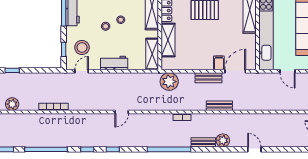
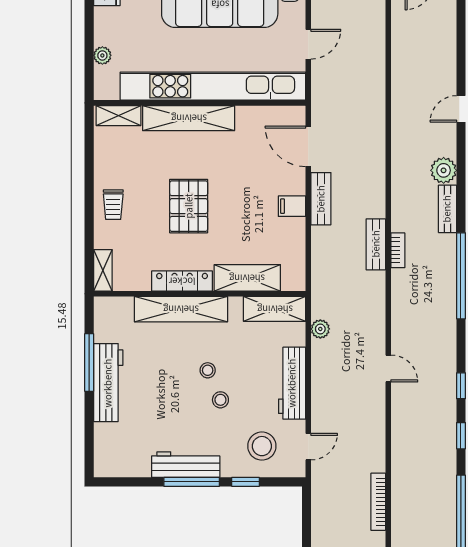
window: (64, 49) -> (246, 482), moved
workbench: (114, 63) -> (292, 383), width x1.38
filing cabinet: (219, 63) -> (292, 206), moved
door: (82, 71) -> (308, 447), swing flipped
plant: (169, 82) -> (320, 329), moved, width x0.53, depth x0.53
bench: (219, 106) -> (376, 244), moved

